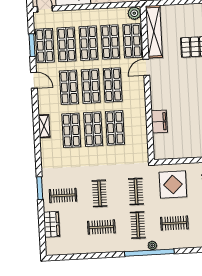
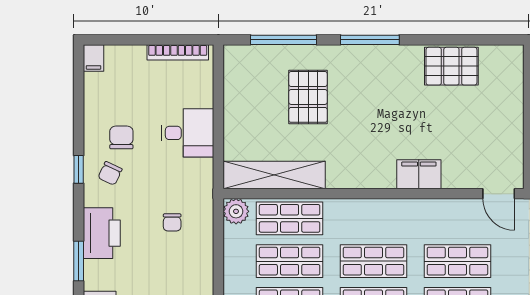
door: (146, 67) -> (499, 194), moved
filing cabinet: (159, 121) -> (419, 174), moved

